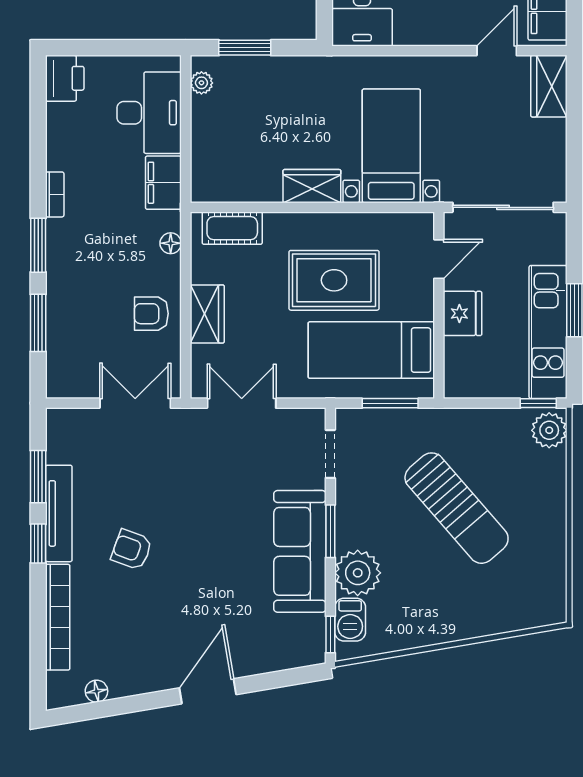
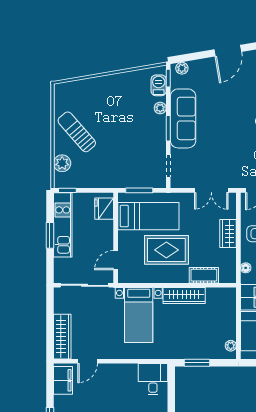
window: (245, 48) -> (197, 363), moved
wardrobe: (549, 86) -> (62, 337), width x1.50
wardrobe: (312, 186) -> (184, 296), width x1.50
cot: (232, 228) -> (204, 275), moved
fridge: (462, 313) -> (104, 209), moved
plant: (549, 430) -> (62, 163), moved
sun lounger: (457, 508) -> (77, 132), moved, width x0.73, depth x0.75
plant: (358, 573) -> (160, 108), width x0.53, depth x0.53
plant: (302, 655) -> (182, 68), added

